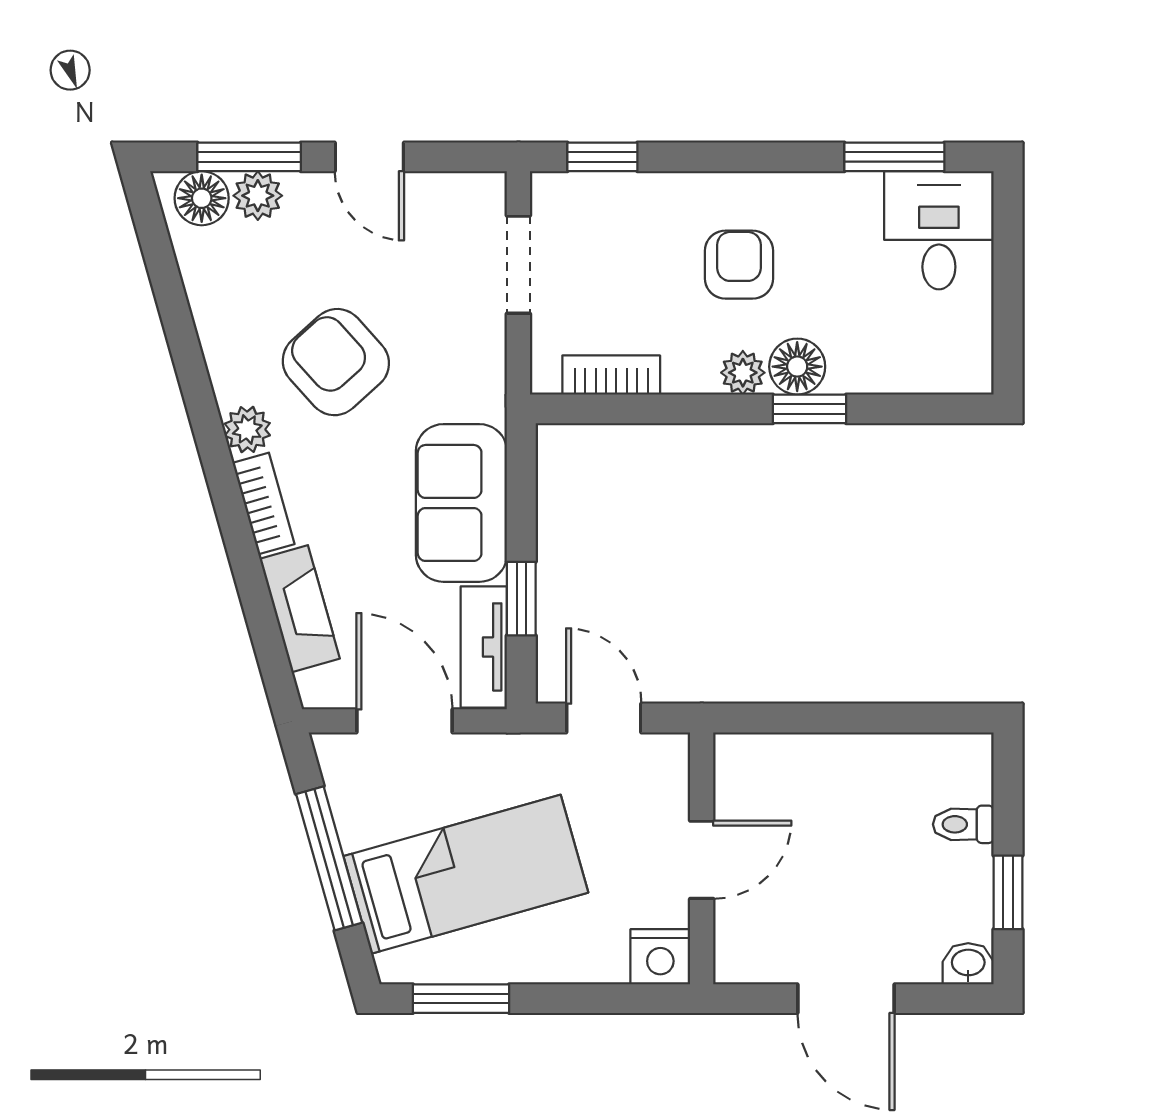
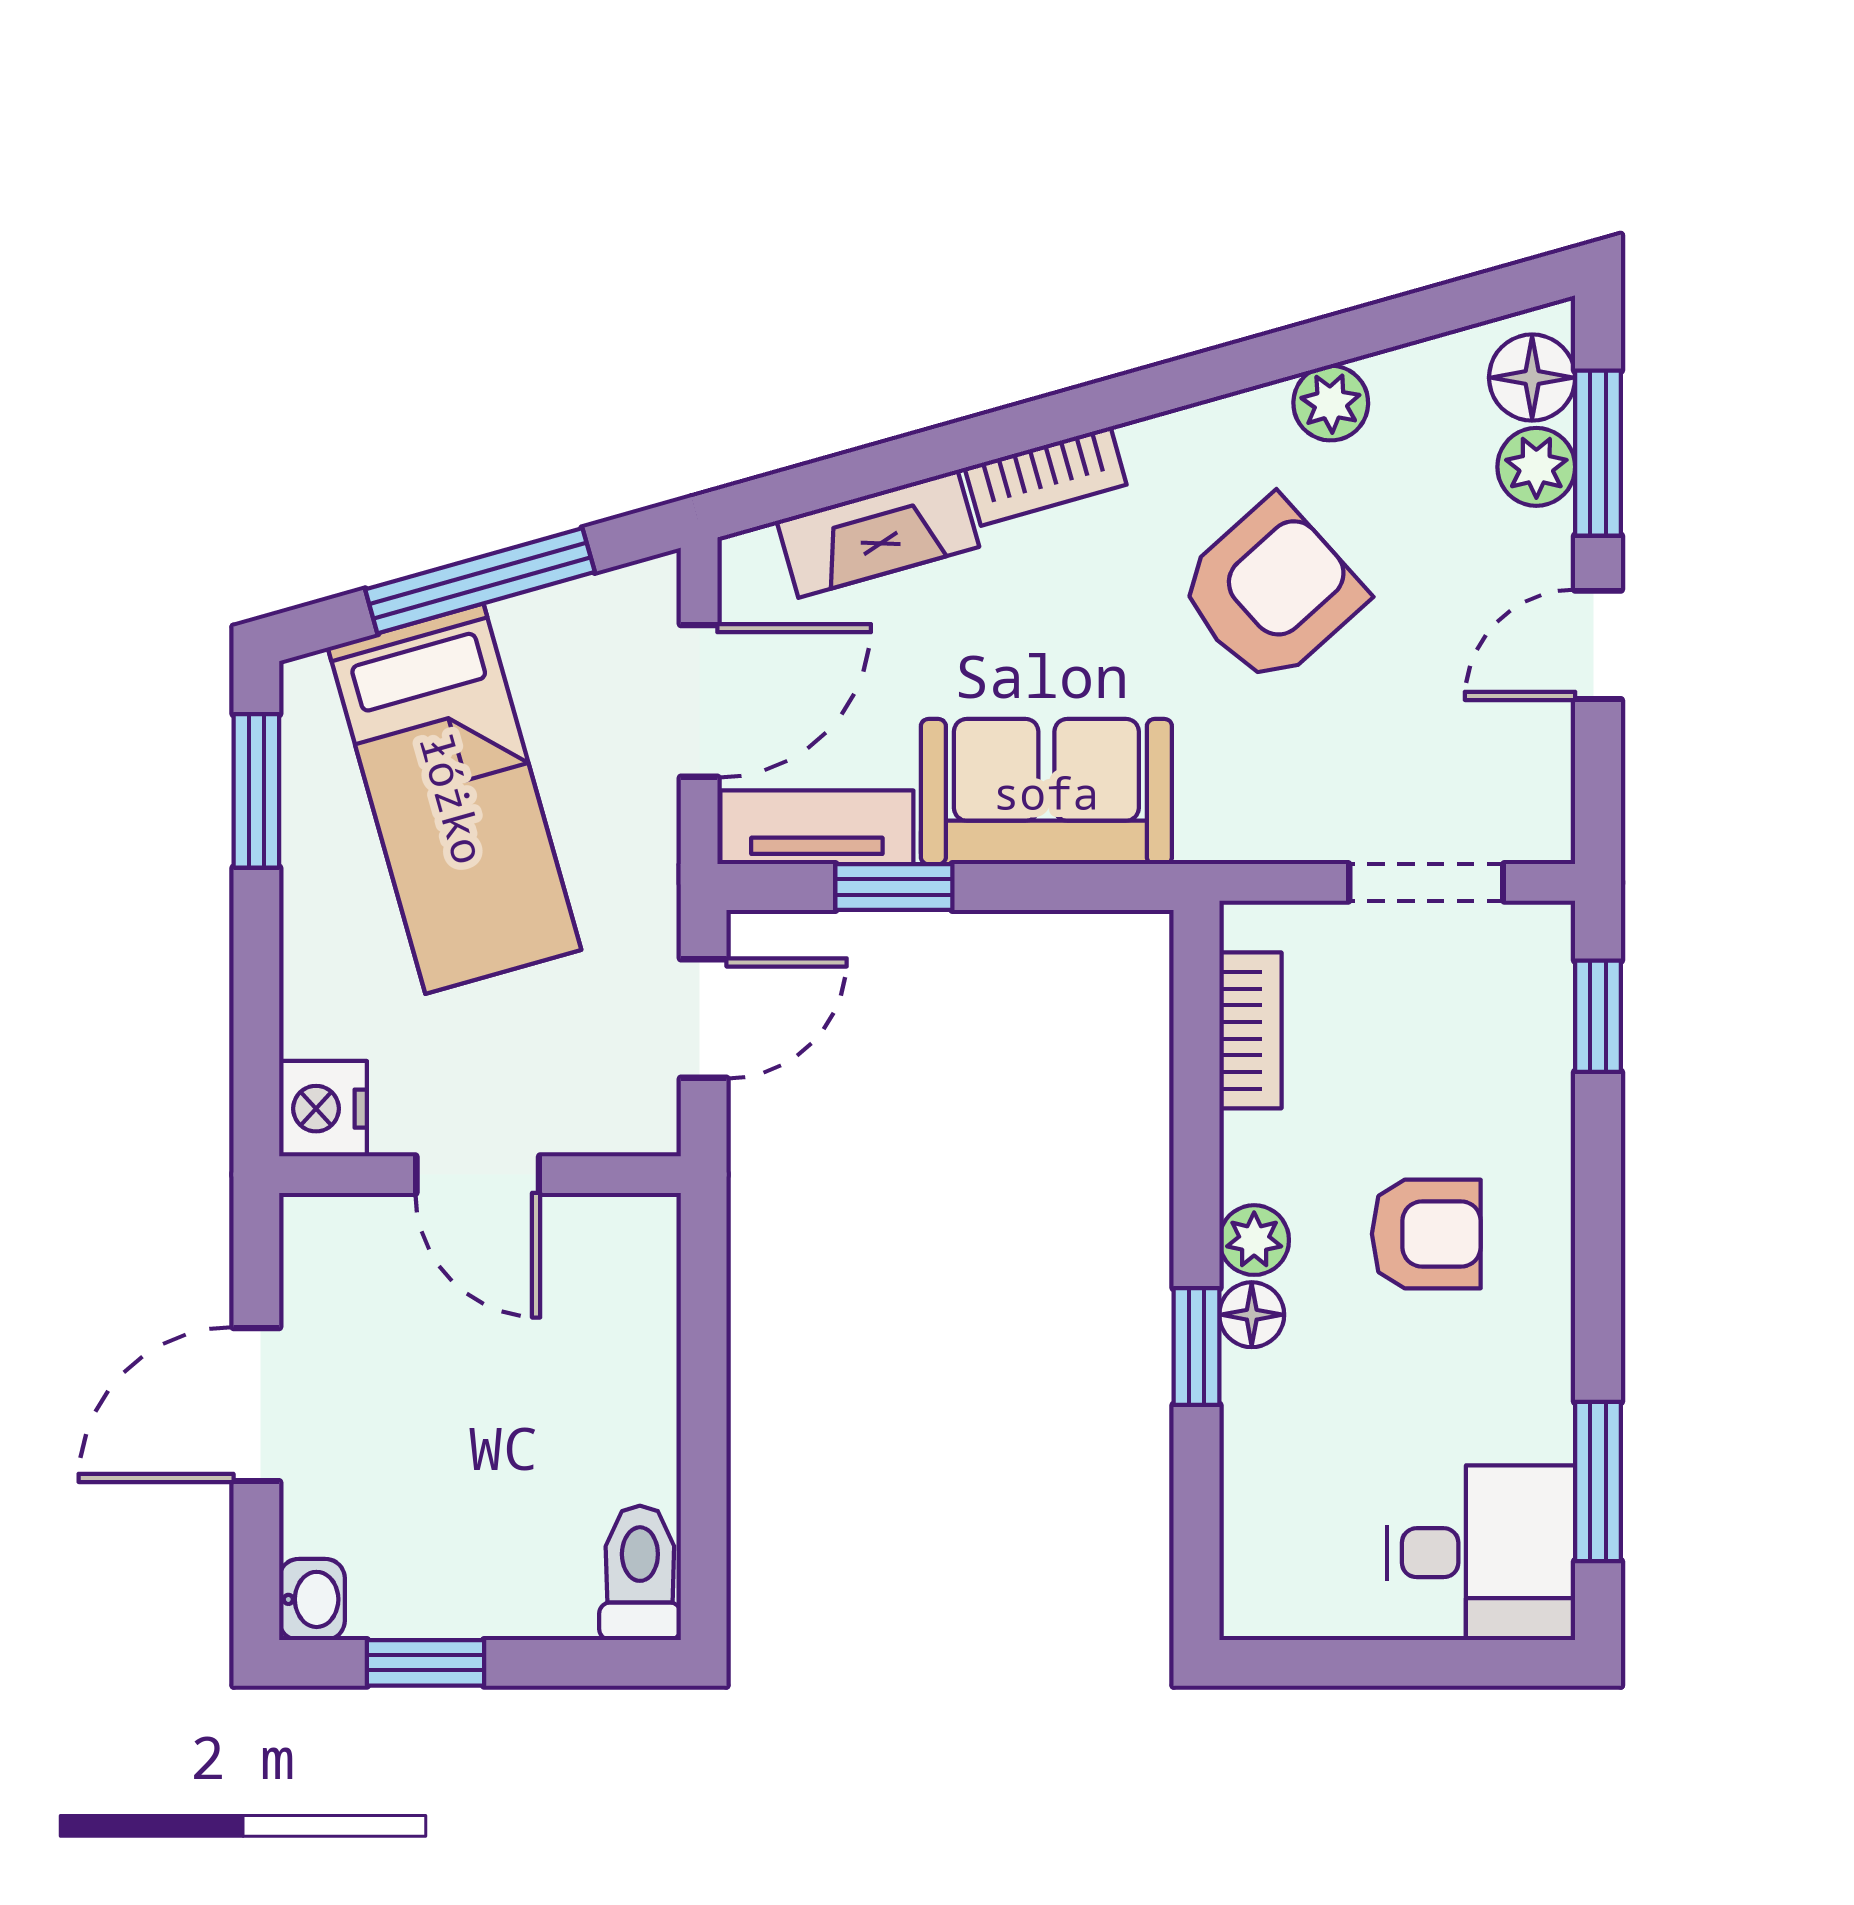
floor lamp: (797, 367) -> (1252, 1315), width x0.73, depth x0.73
plant: (247, 429) -> (1331, 403), moved
toilet: (963, 824) -> (640, 1573), moved, width x1.37, depth x1.39

